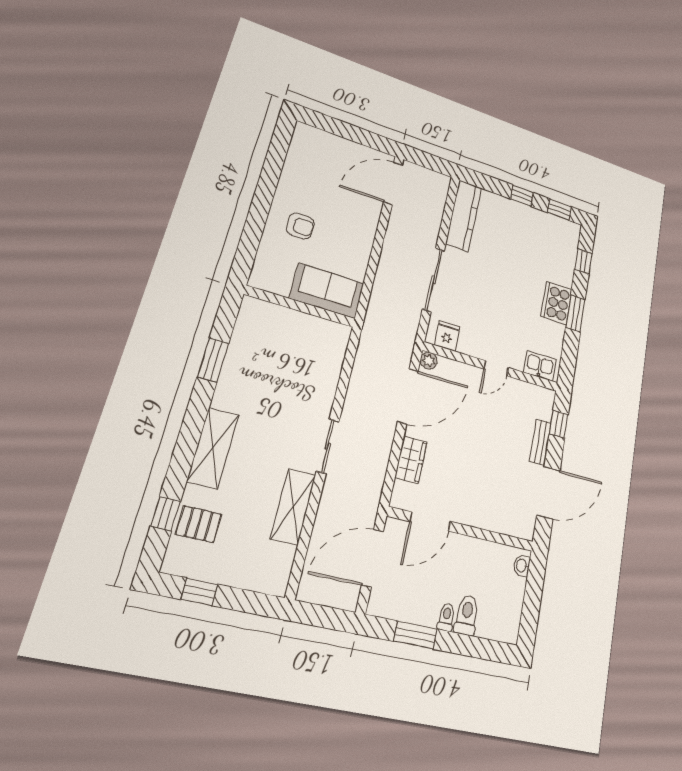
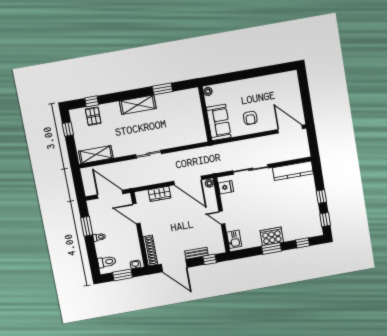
armchair: (300, 226) -> (250, 118), moved
plant: (261, 281) -> (208, 91), added
shelving: (213, 448) -> (138, 105), moved
shelving: (293, 507) -> (96, 155), moved
shoe rack: (507, 525) -> (150, 250), added
window: (532, 600) -> (123, 275), added
toilet: (467, 615) -> (107, 262), moved

